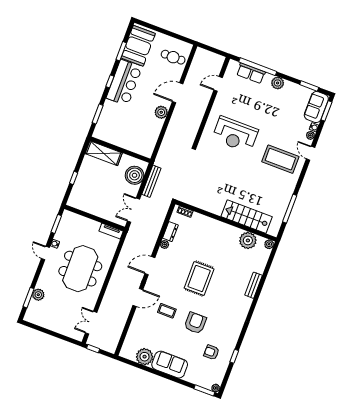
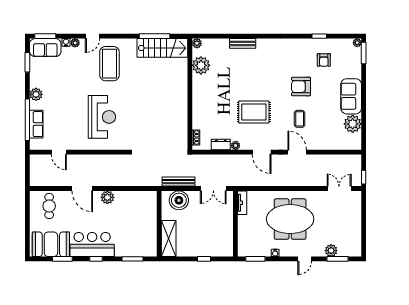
stairs: (247, 217) -> (162, 48), moved, turned -90
door: (45, 253) -> (305, 259), moved
rug: (199, 279) -> (254, 112), moved
double door: (91, 323) -> (339, 188), swing flipped

